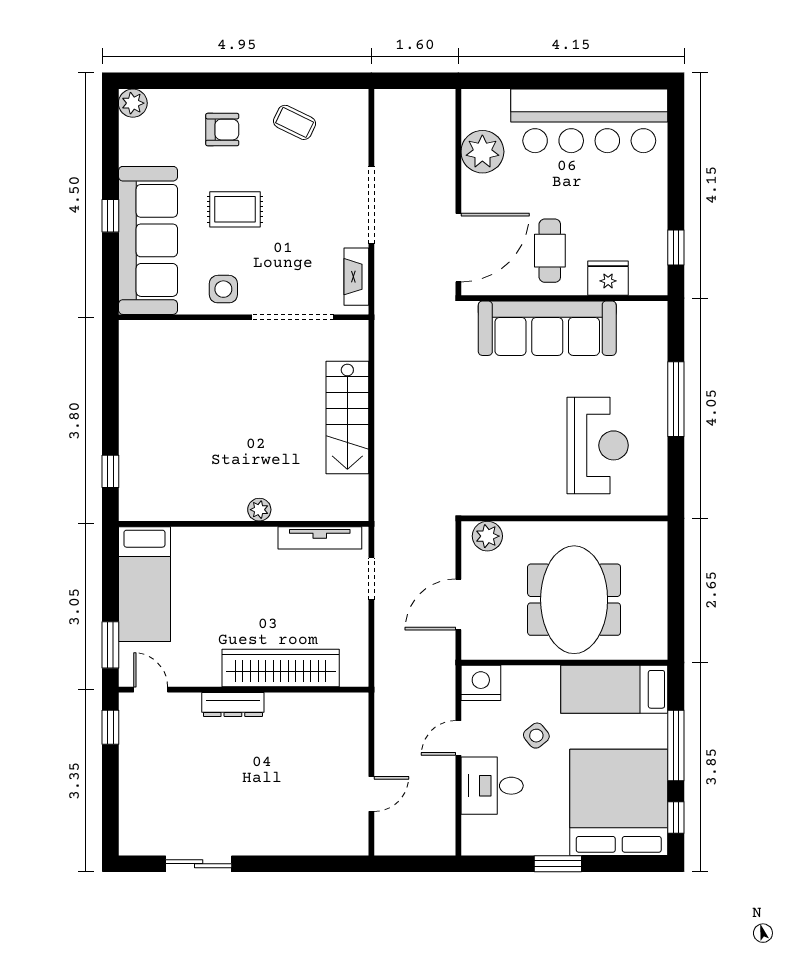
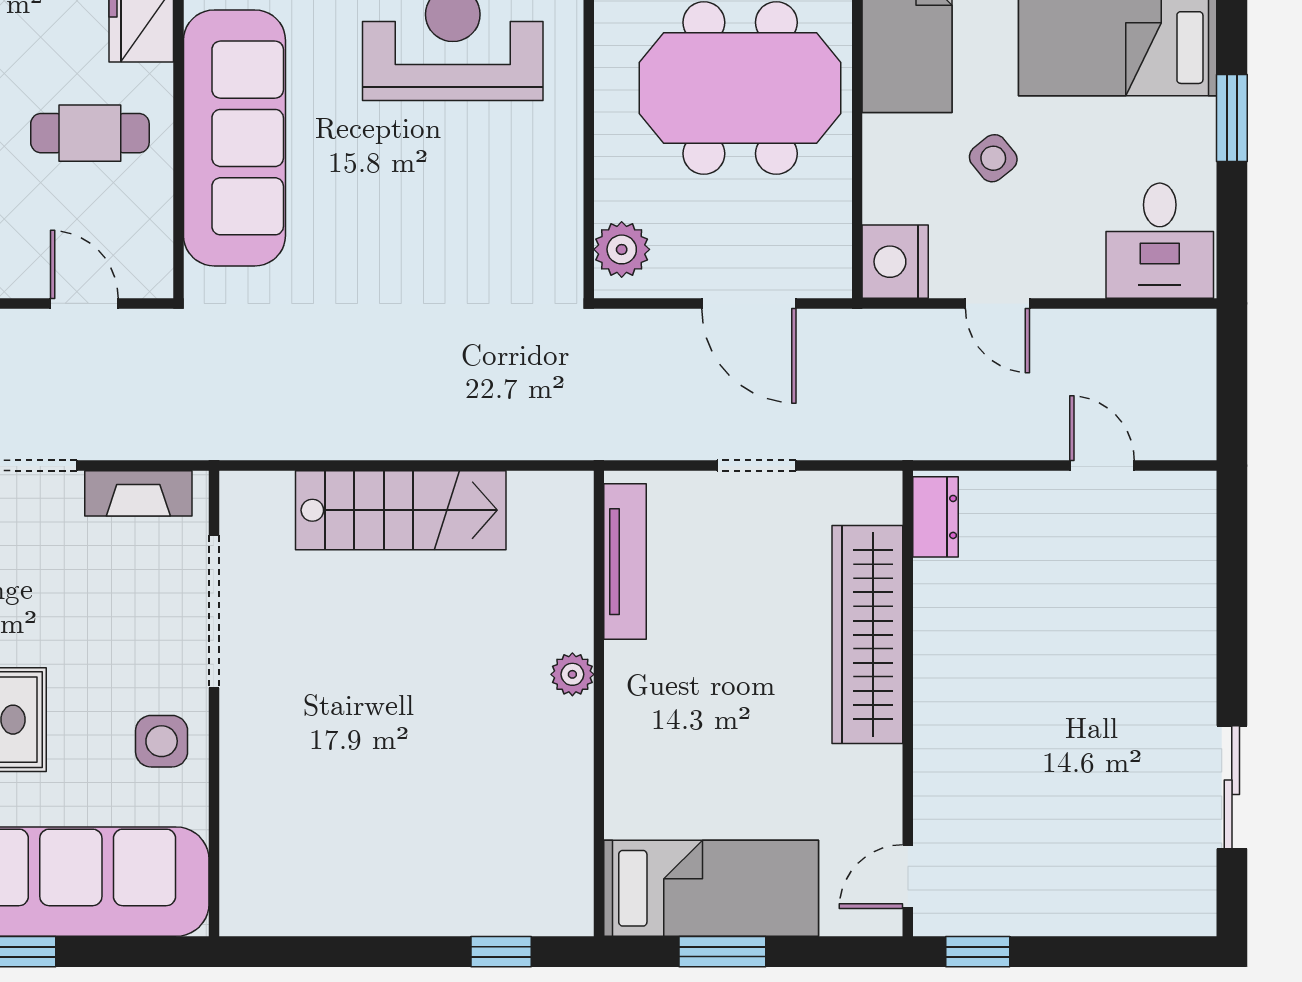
door: (458, 248) -> (84, 303), width x0.53
doorway: (371, 579) -> (756, 466), moved
window: (110, 645) -> (722, 952), moved
dresser: (233, 705) -> (935, 517), moved, width x0.70
desk: (492, 786) -> (1160, 241), moved

